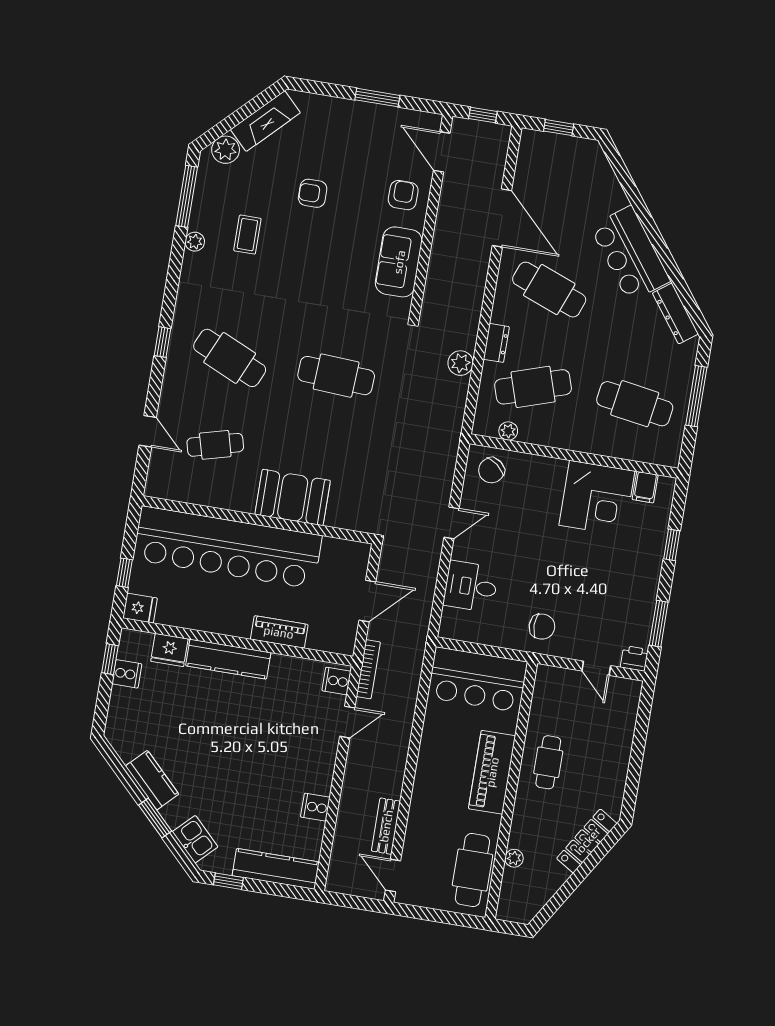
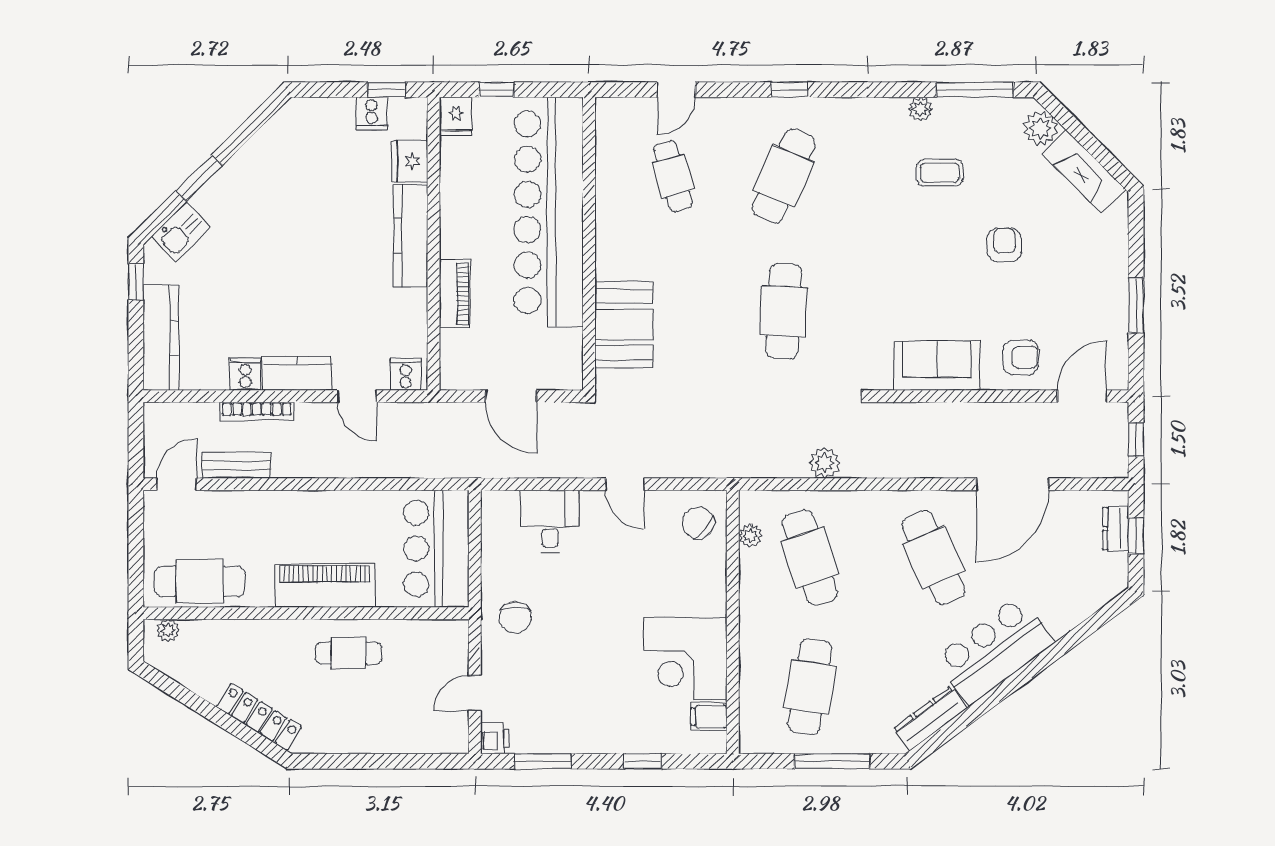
cafe table: (549, 290) -> (934, 557), turned -45
dresser: (496, 343) -> (1116, 529), moved, turned 90
booth: (293, 497) -> (624, 324), moved
bookcase: (368, 669) -> (257, 411), moved
kitchen counter: (152, 780) -> (297, 373), moved, turned -135
plant: (514, 858) -> (168, 630), moved

